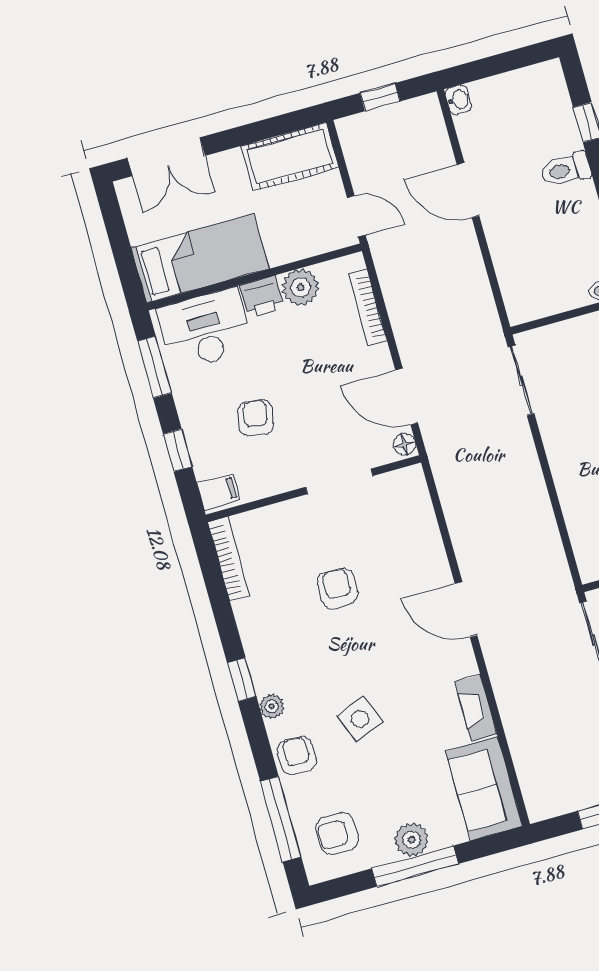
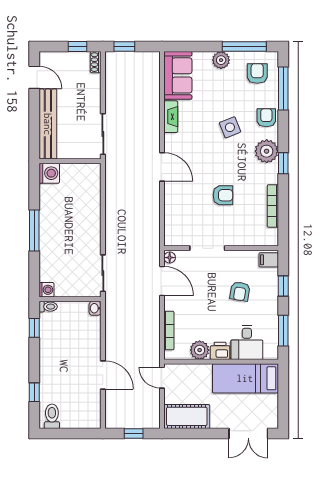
washbasin: (458, 100) -> (95, 308), moved
double door: (166, 157) -> (248, 433), swing flipped
toilet: (566, 170) -> (52, 416), moved, turned -90
desk: (205, 329) -> (247, 342), width x0.73
bookcase: (229, 559) -> (273, 206), moved
armchair: (338, 588) -> (223, 195), turned -90
plant: (272, 706) -> (267, 151), width x1.88, depth x1.88
armchair: (297, 756) -> (266, 118), turned 180
armchair: (337, 834) -> (257, 73), turned -90
window: (415, 866) -> (244, 46), moved

